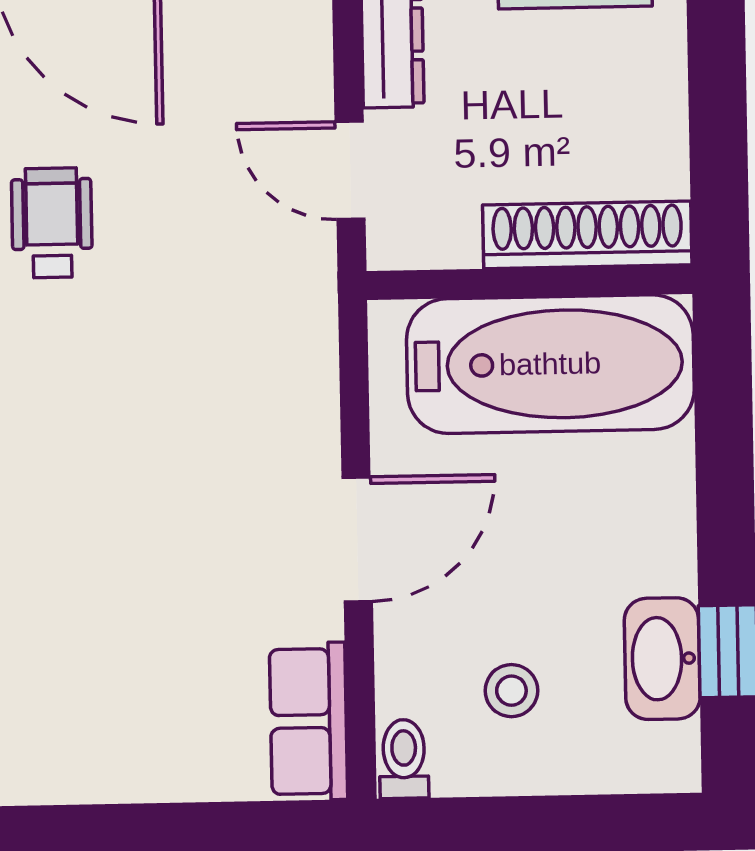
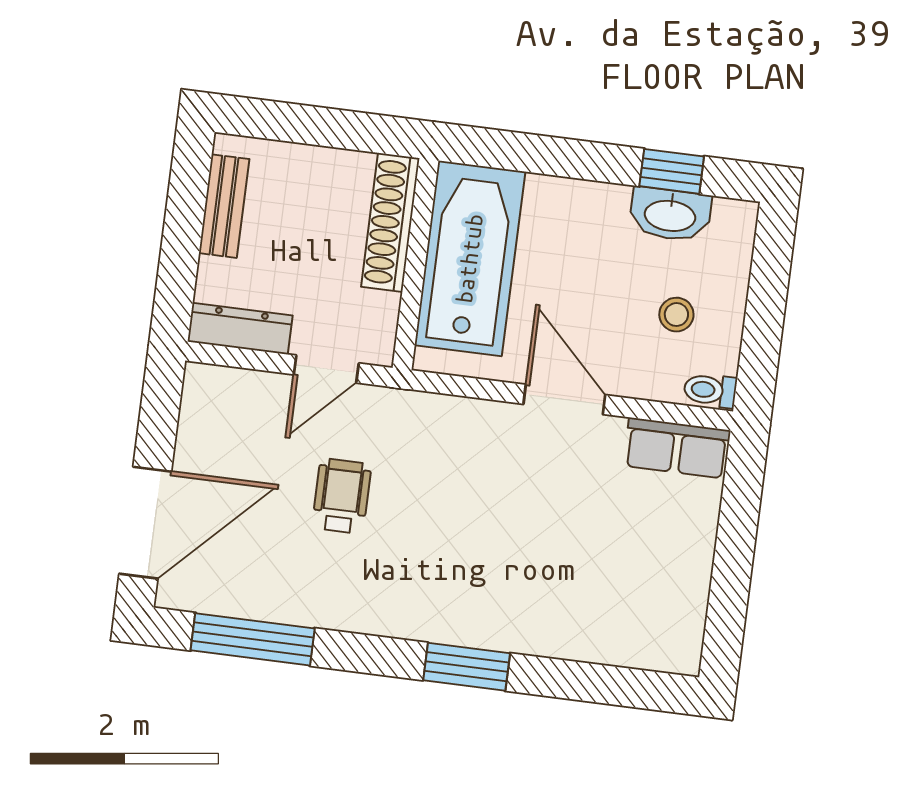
wheelchair: (52, 223) -> (342, 496), moved, turned 90

